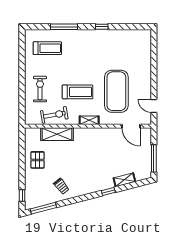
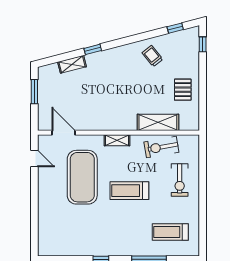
treadmill: (78, 92) -> (129, 191), moved
window: (154, 158) -> (34, 92), width x0.69
window: (43, 208) -> (175, 28), width x0.46

